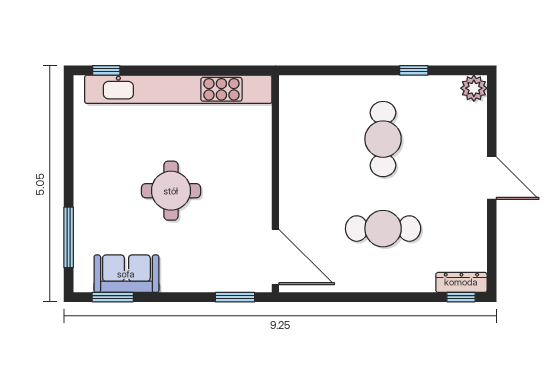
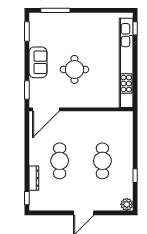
cafe table: (383, 139) -> (102, 161), turned 90
round table: (171, 191) -> (74, 69), moved
sofa: (126, 274) -> (38, 62), moved
dresser: (461, 282) -> (34, 178), moved

